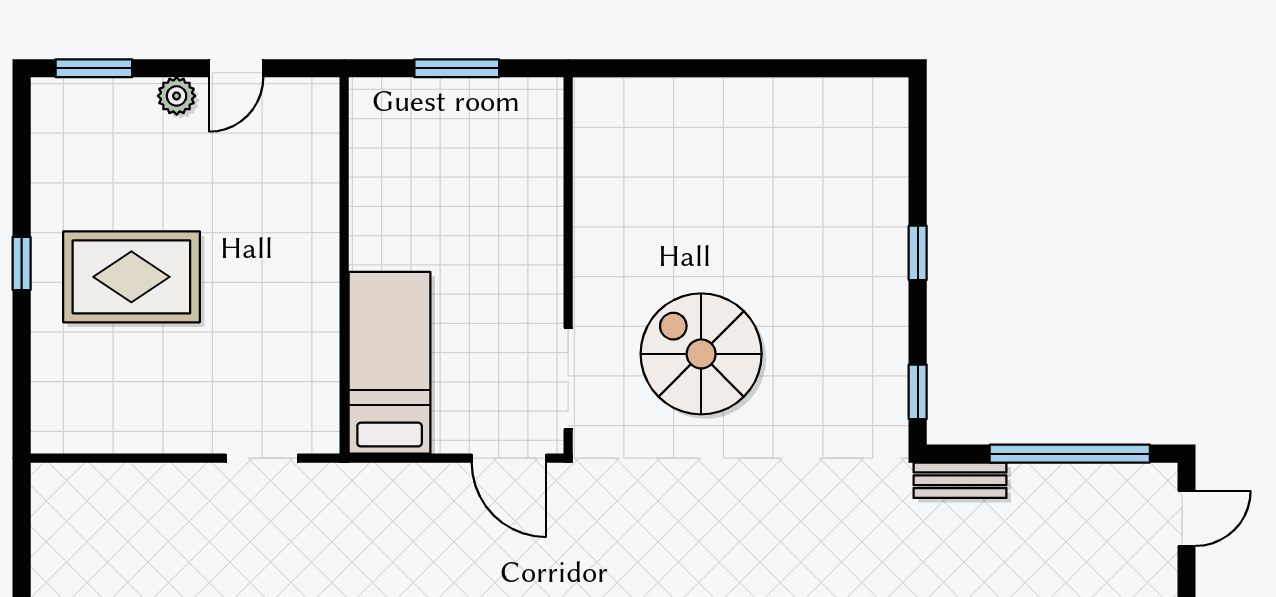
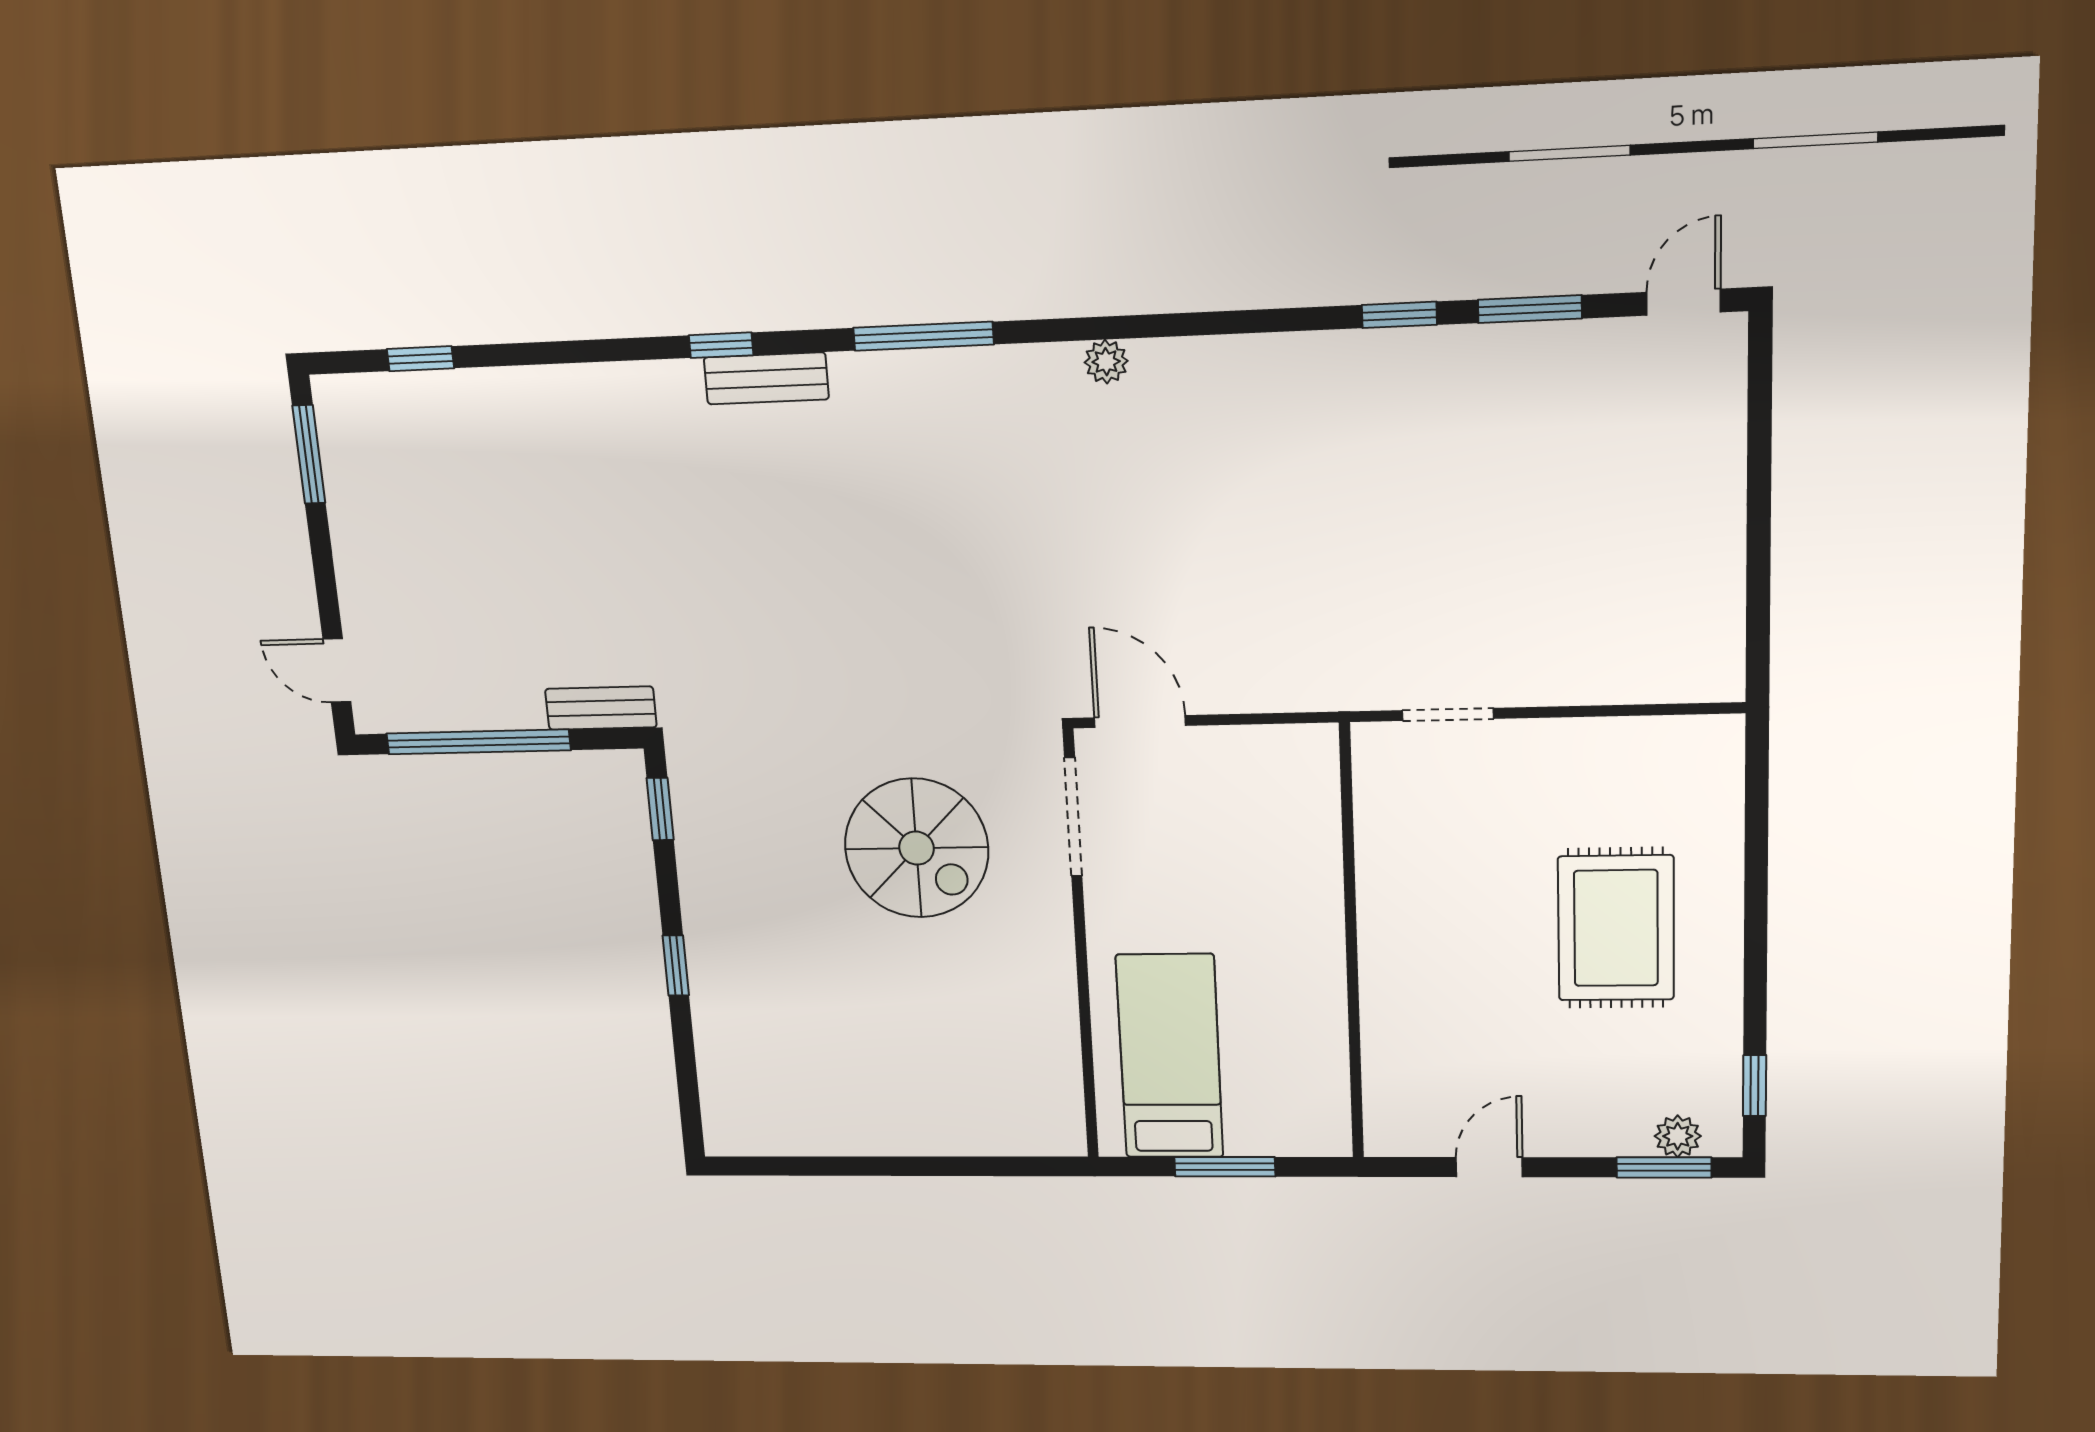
plant: (177, 96) -> (1678, 1136), moved
window: (22, 263) -> (1755, 1086), moved
rug: (131, 277) -> (1616, 928), turned 90
bed: (390, 363) -> (1170, 1056), moved, turned 180
door: (1187, 518) -> (337, 670), hinge flipped

